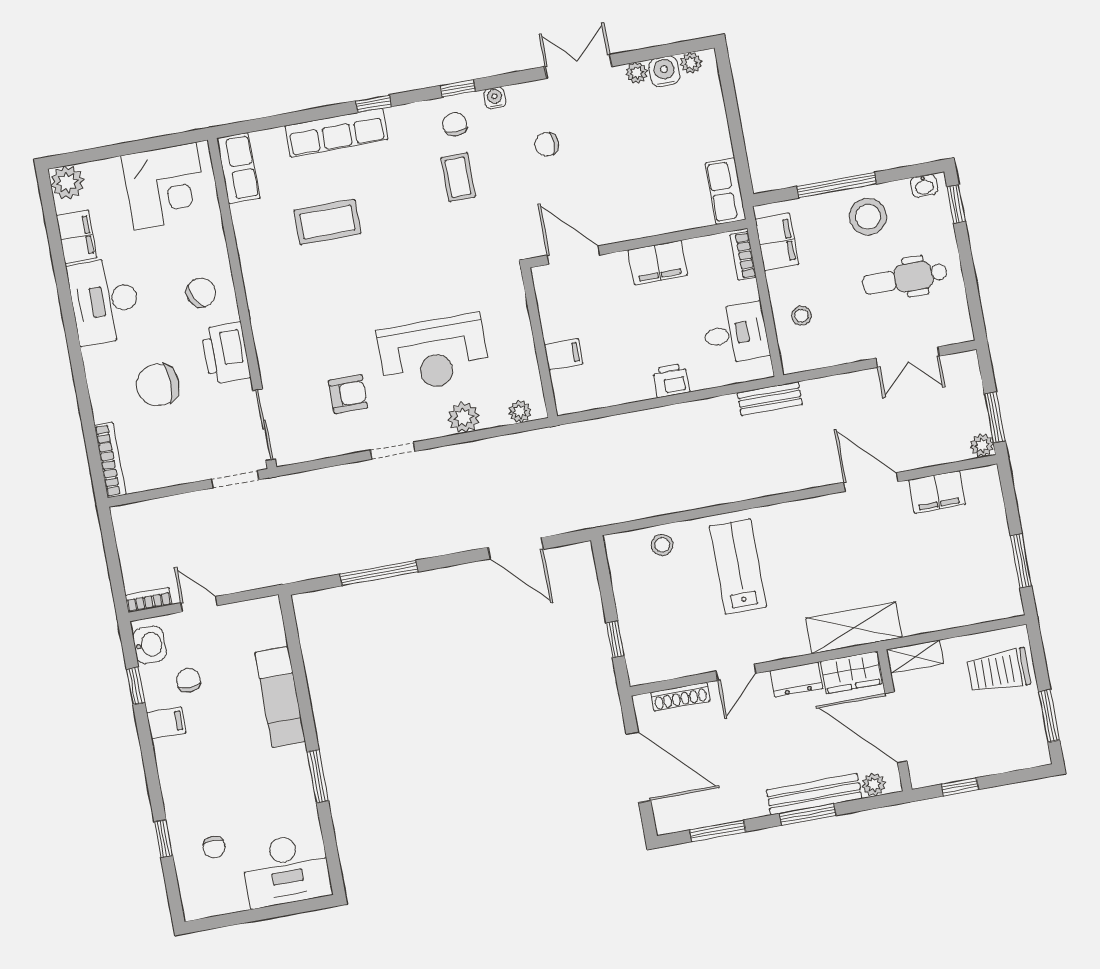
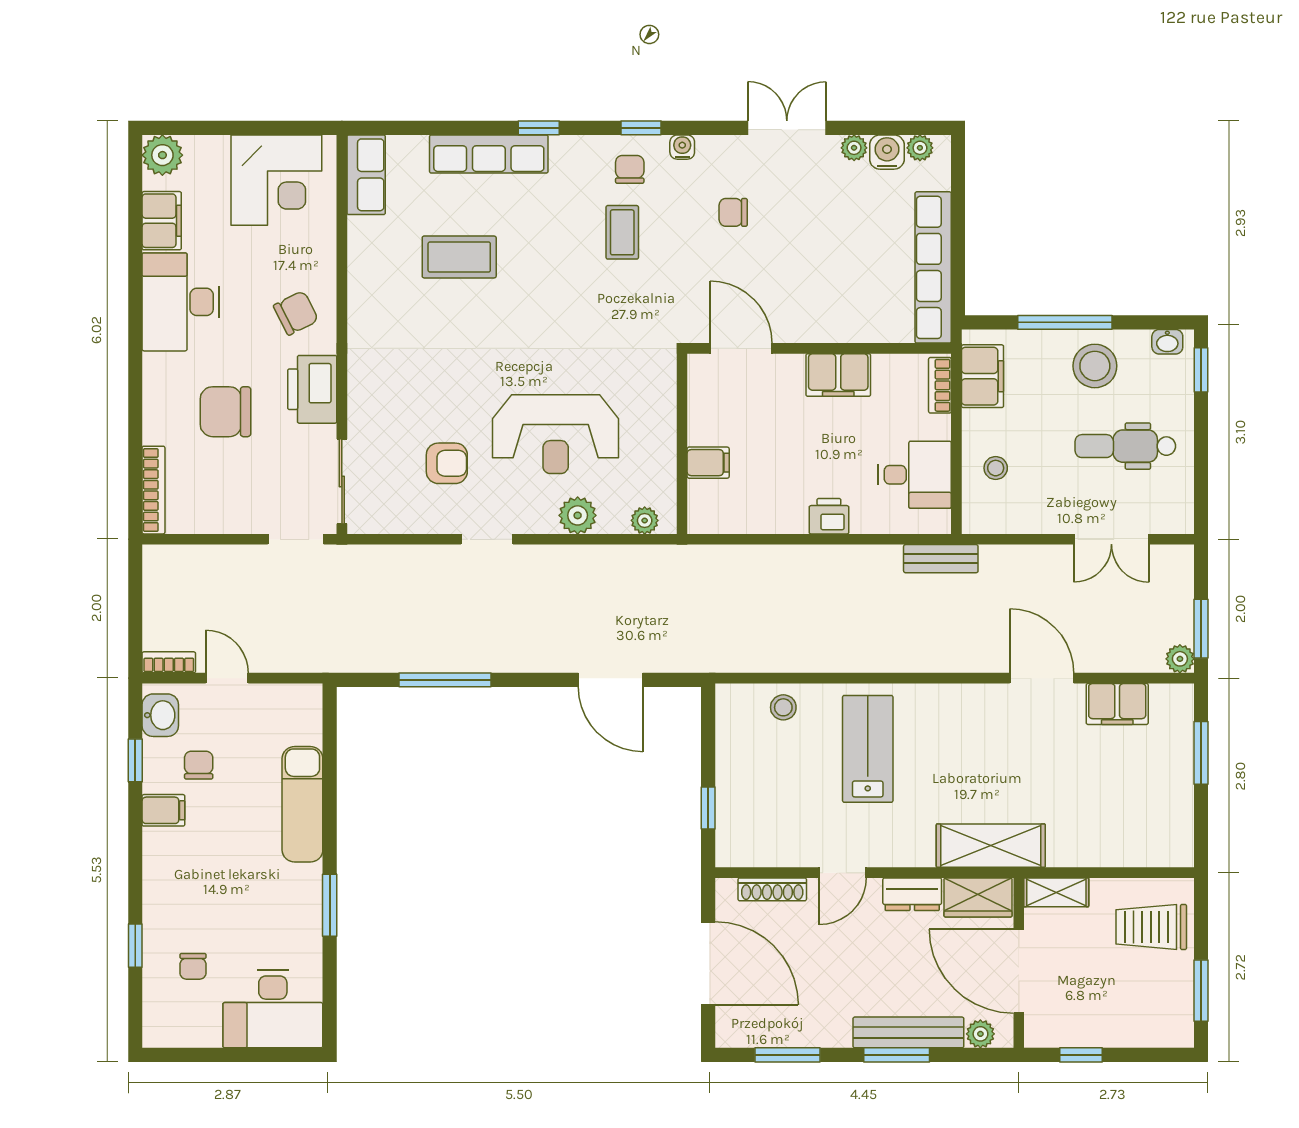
row of seats: (726, 191) -> (933, 267), width x2.02
window: (1021, 561) -> (1201, 753), moved

